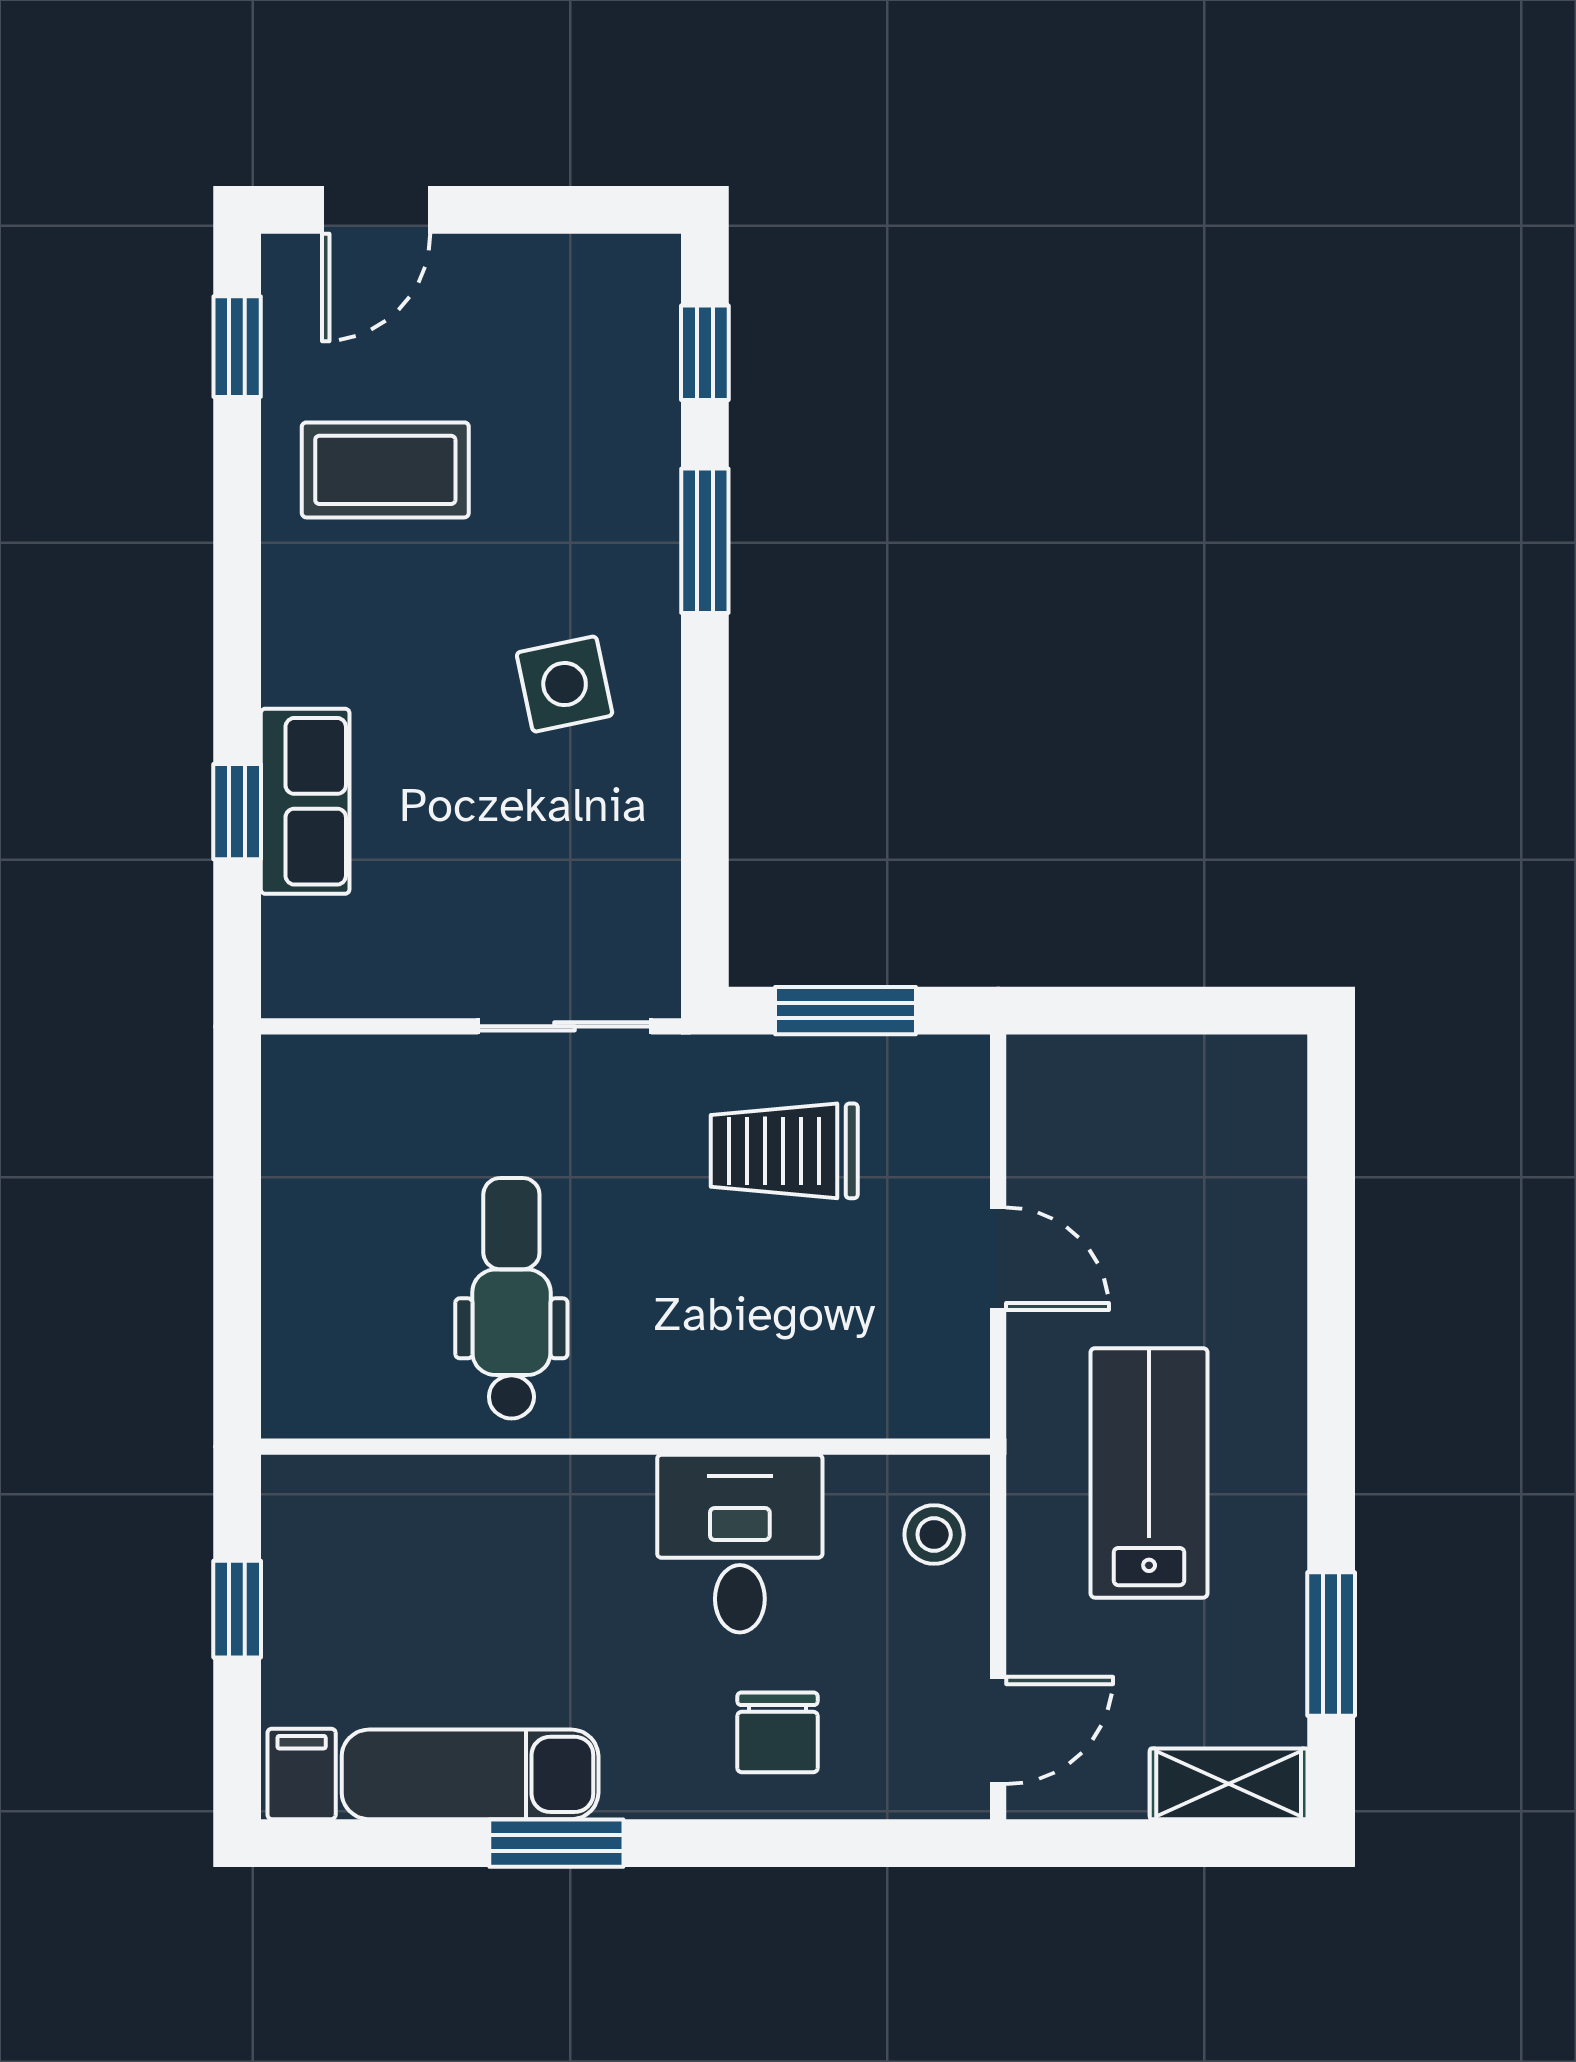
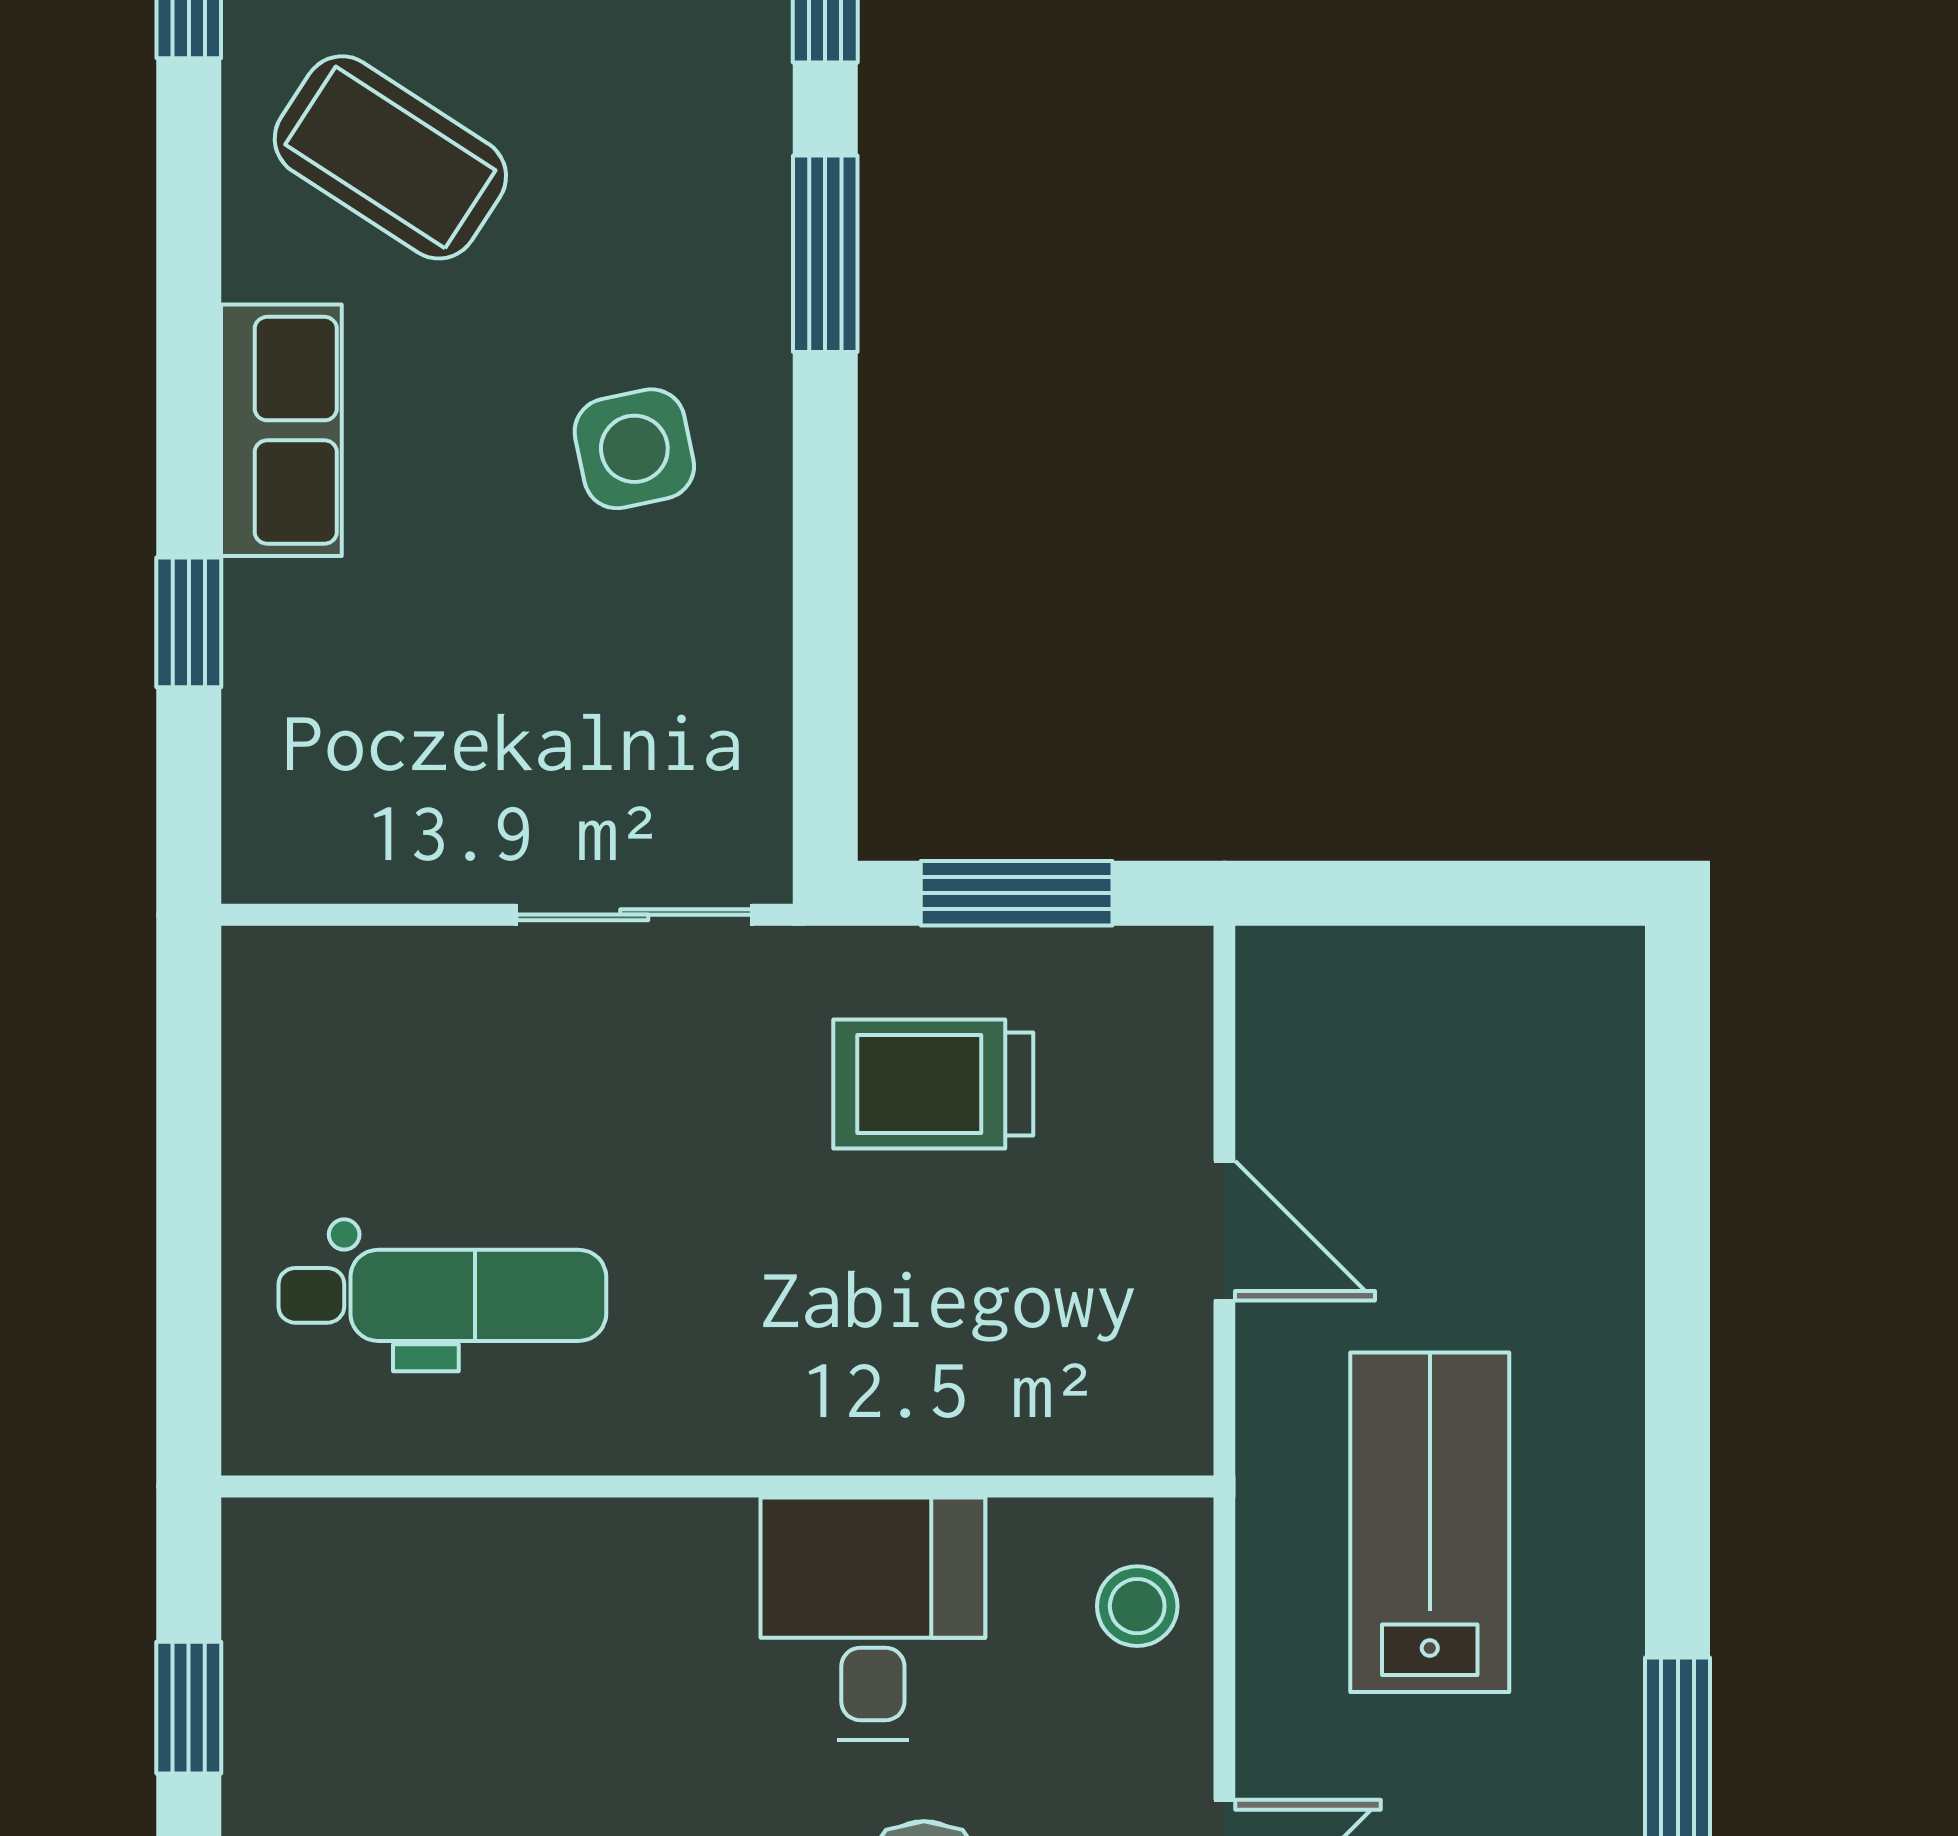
coffee table: (385, 470) -> (390, 157), turned 33
row of seats: (305, 801) -> (281, 430), moved
dental chair: (511, 1298) -> (442, 1295), moved, turned 90

